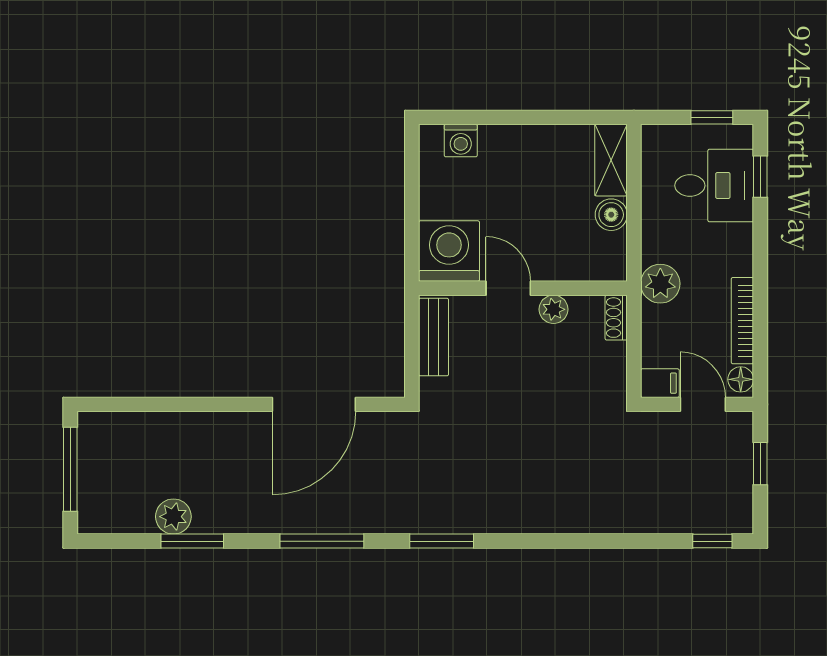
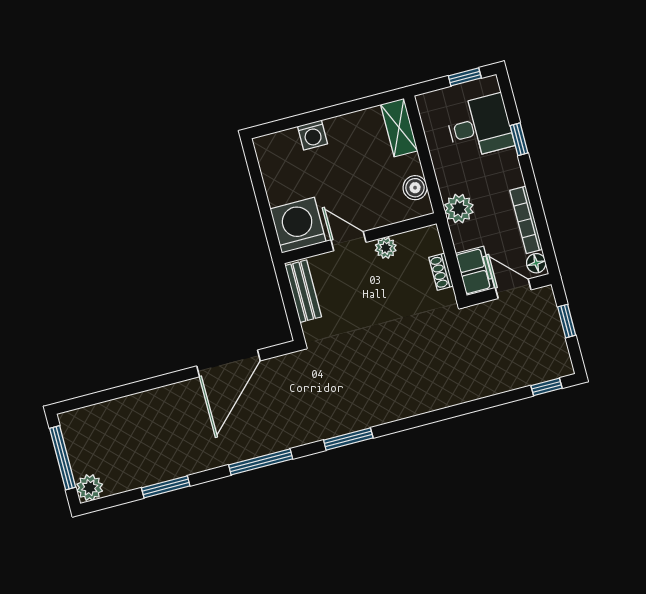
washing machine: (461, 141) -> (313, 135), moved
window: (760, 177) -> (519, 139), moved
boiler: (611, 215) -> (415, 188), moved
shoe rack: (616, 318) -> (441, 272), moved
filing cabinet: (660, 383) -> (475, 271), width x2.00
plant: (173, 517) -> (90, 488), moved

